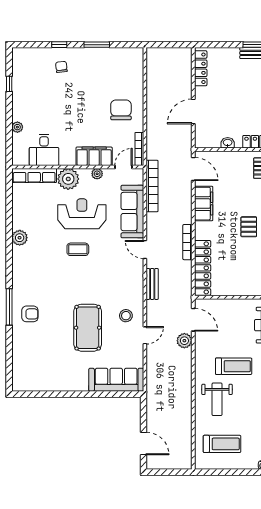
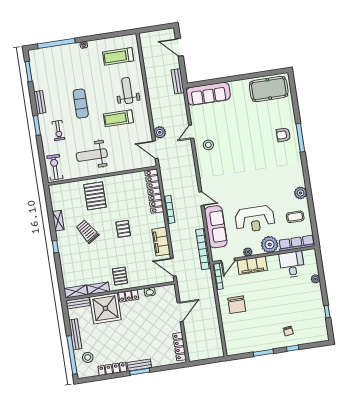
coffee table: (78, 249) -> (295, 217), moved
bench: (152, 284) -> (178, 81), moved
pool table: (88, 328) -> (269, 89), moved, turned 90

